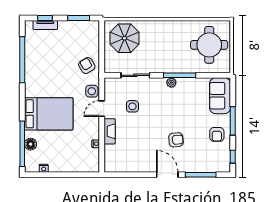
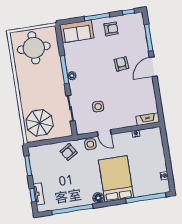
fireplace: (110, 131) -> (148, 119), moved
floor lamp: (31, 144) -> (98, 198), moved

